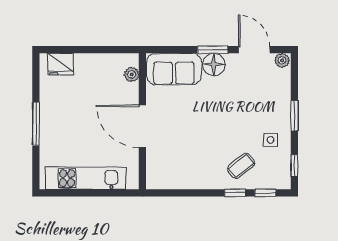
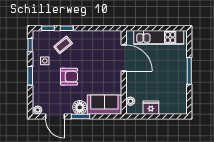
fridge: (60, 64) -> (151, 108), moved
armchair: (231, 114) -> (69, 77), added
door: (142, 126) -> (124, 58), moved

